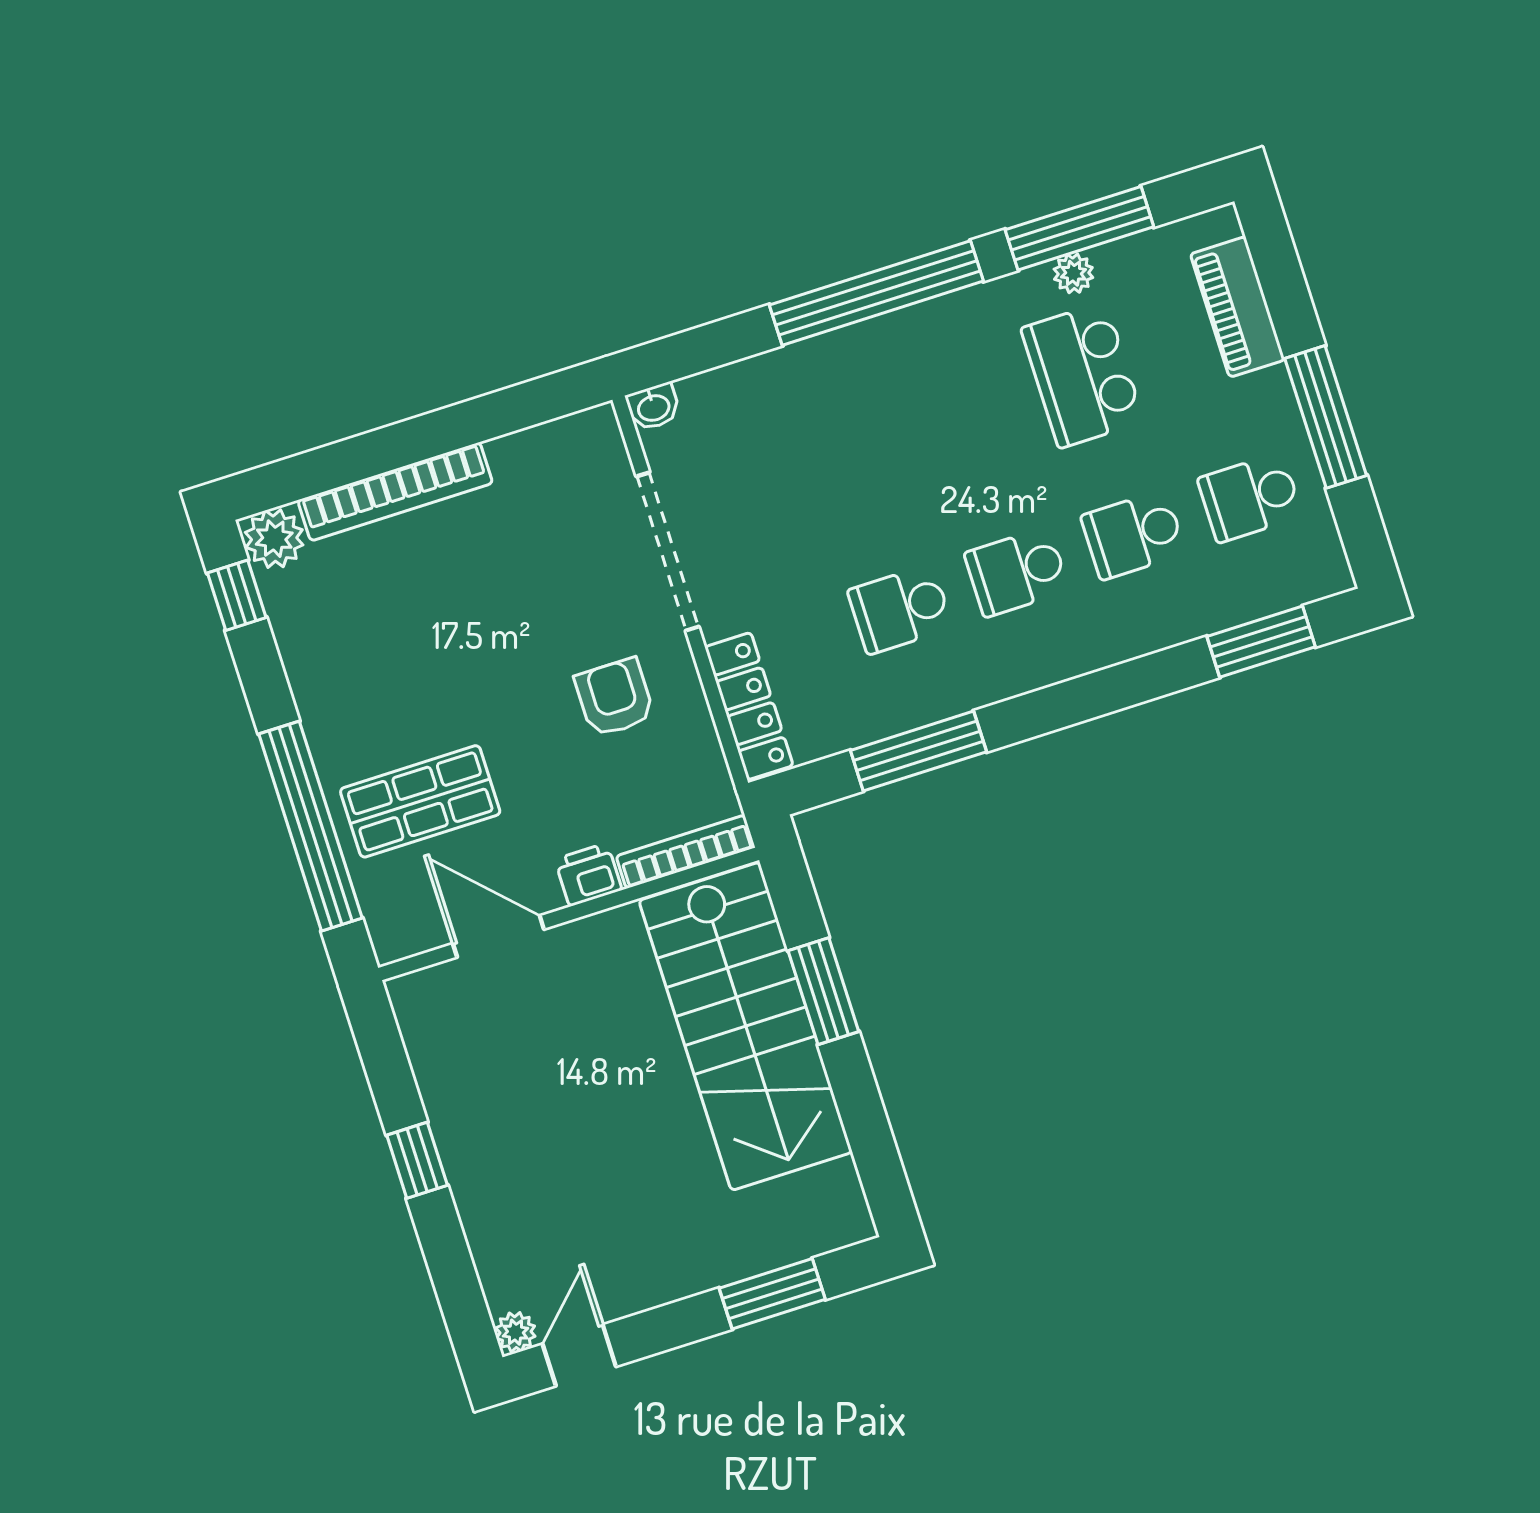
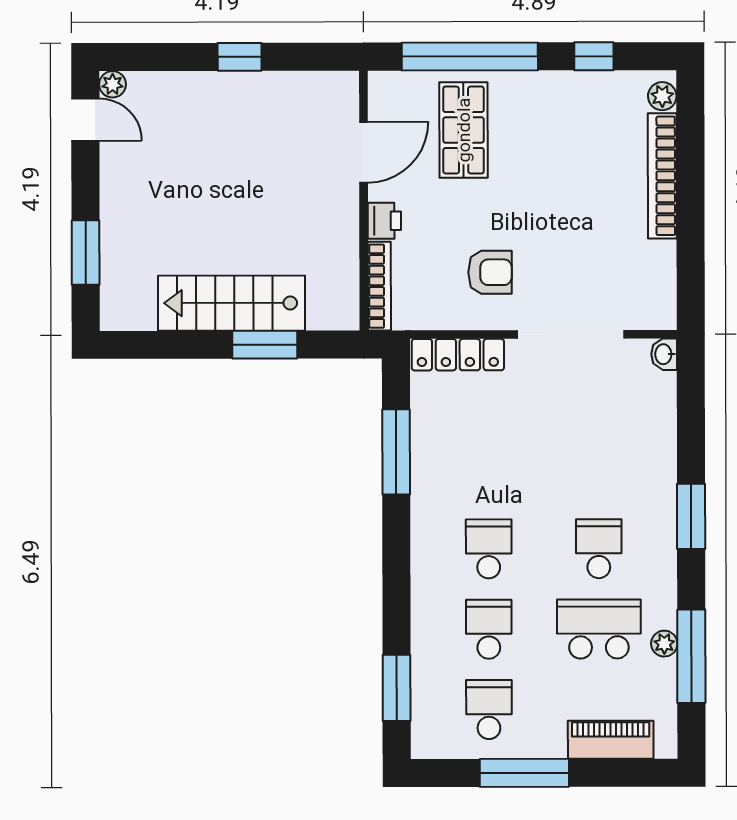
window: (876, 293) -> (691, 516), width x0.47
plant: (274, 539) -> (662, 96), width x0.73, depth x0.73
window: (237, 595) -> (594, 56), moved
school desk: (900, 609) -> (599, 549), moved
stairs: (746, 1026) -> (232, 303), width x0.73, depth x0.66

